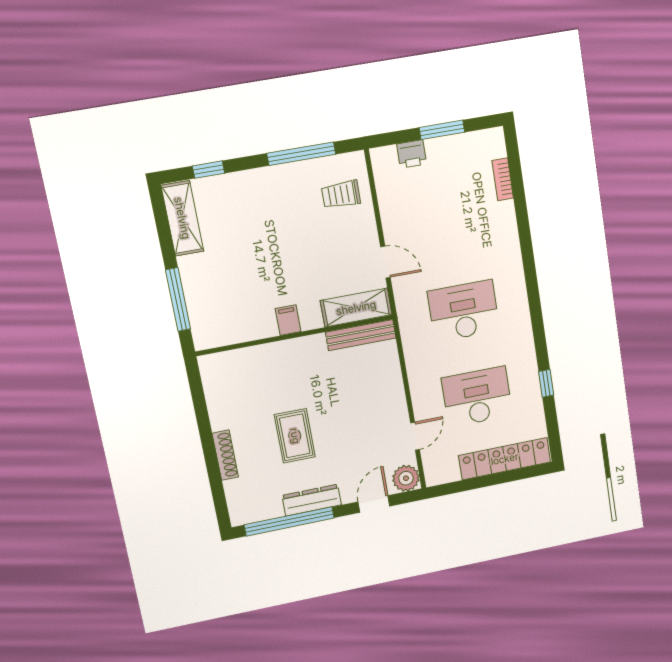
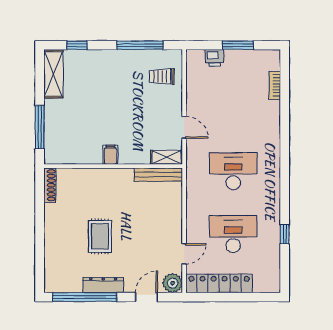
shelving: (356, 308) -> (167, 157), width x0.67, depth x0.75
shoe rack: (225, 455) -> (50, 185), moved
locker: (505, 459) -> (219, 283), moved

